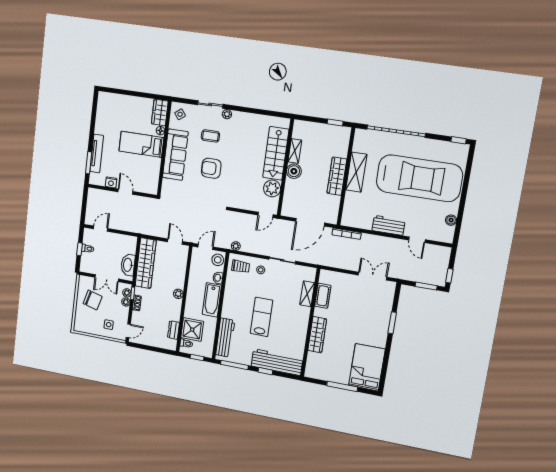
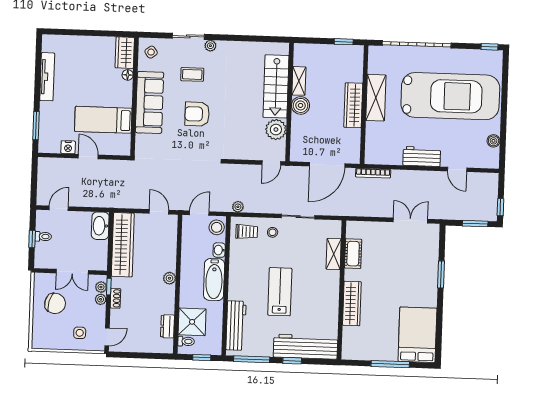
bed: (141, 144) -> (103, 120), moved
tv unit: (97, 154) -> (47, 77), moved
washbasin: (128, 265) -> (100, 226), moved

